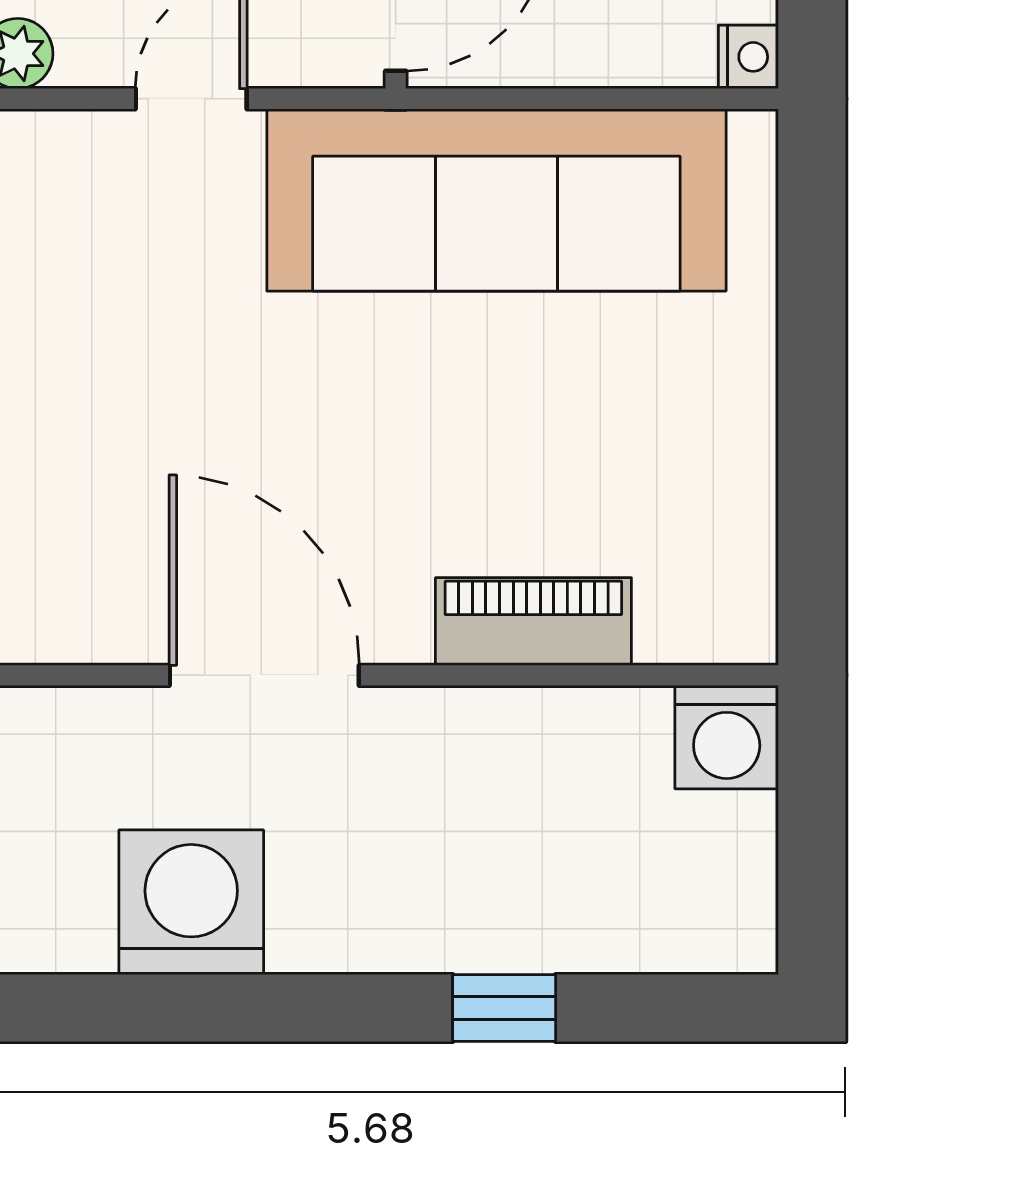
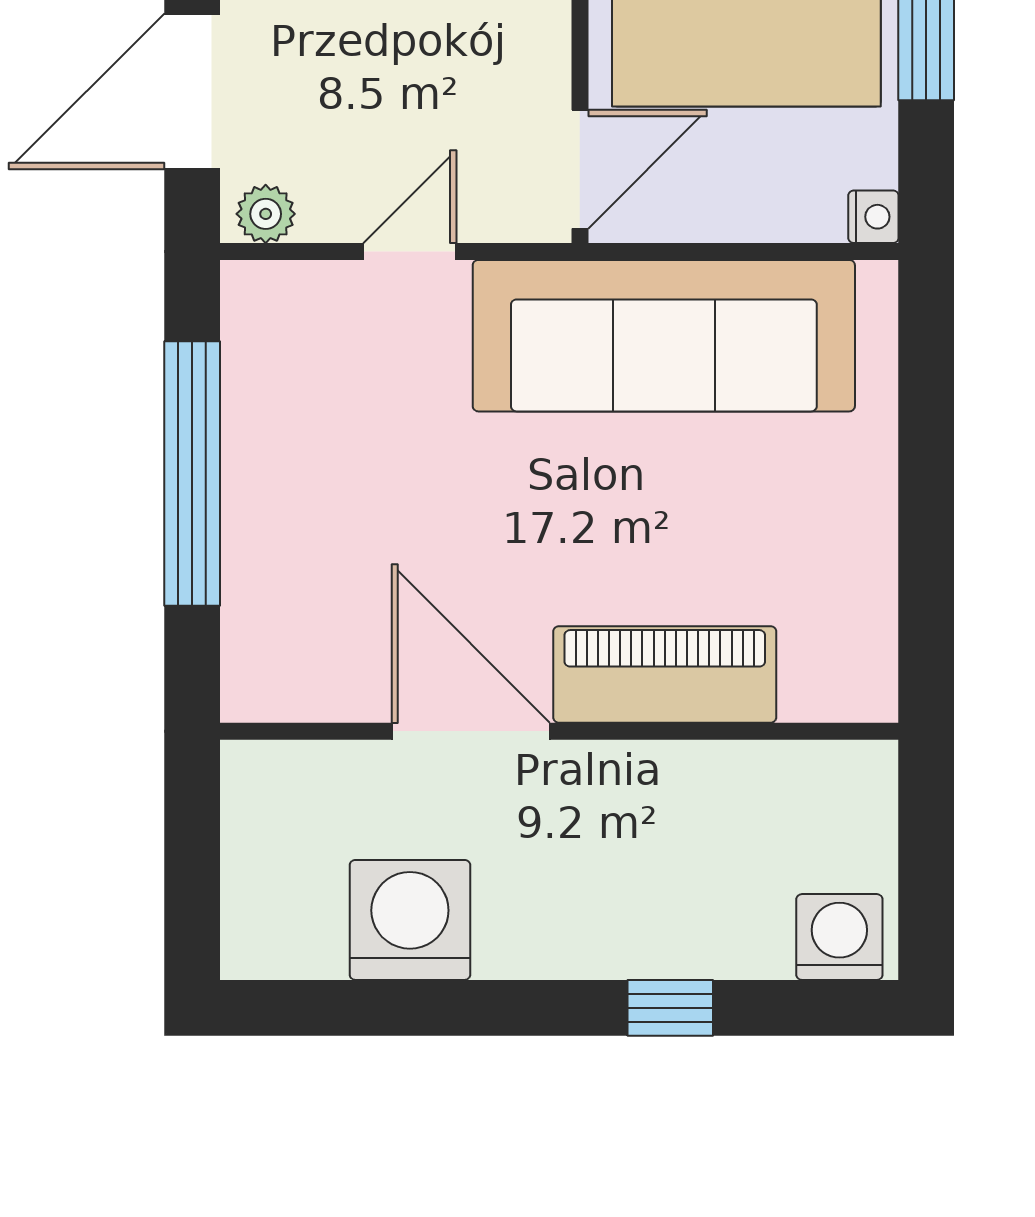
piano: (533, 622) -> (665, 674), width x1.37, depth x1.33
washing machine: (727, 737) -> (839, 937), moved, turned 180

